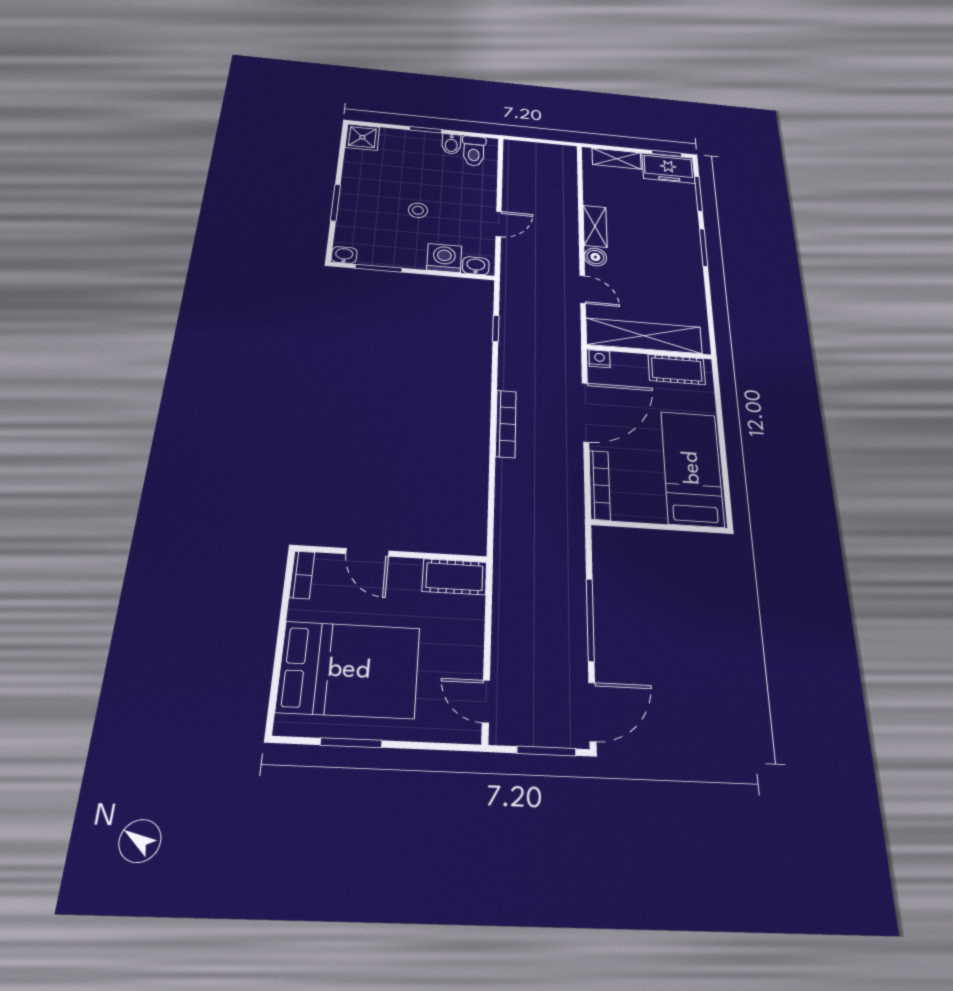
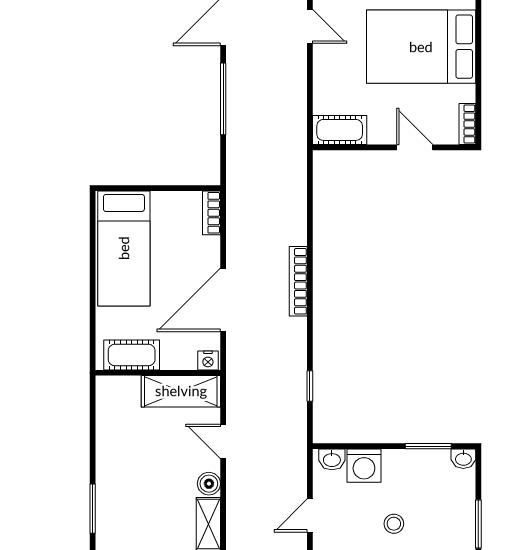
shelving: (644, 336) -> (181, 391), width x0.68
bookcase: (600, 485) -> (212, 213), width x0.64

